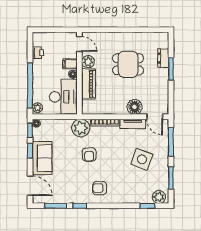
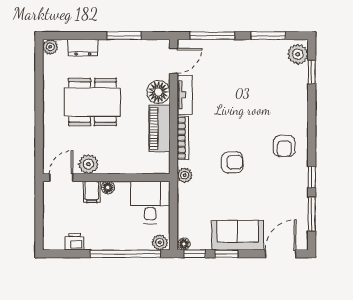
plant: (164, 37) -> (50, 47), added
dining table: (128, 64) -> (92, 102), width x1.38
window: (171, 69) -> (124, 36), moved
piano: (89, 84) -> (159, 128), moved, turned -90
desk: (63, 97) -> (150, 202), width x0.73
plant: (81, 128) -> (185, 175), width x0.53, depth x0.53
side table: (142, 159) -> (240, 80), removed

